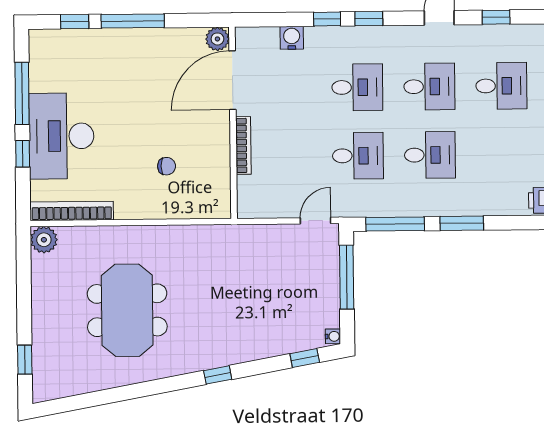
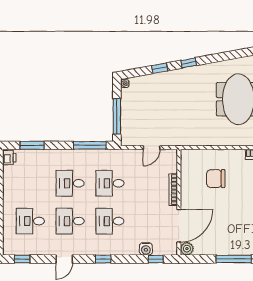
window: (496, 17) -> (22, 259), moved
window: (327, 19) -> (156, 259), moved
chair: (167, 166) -> (216, 179), width x1.87, depth x1.87
door: (315, 221) -> (152, 148), moved
window: (462, 223) -> (32, 145), moved
window: (305, 358) -> (160, 68), moved

